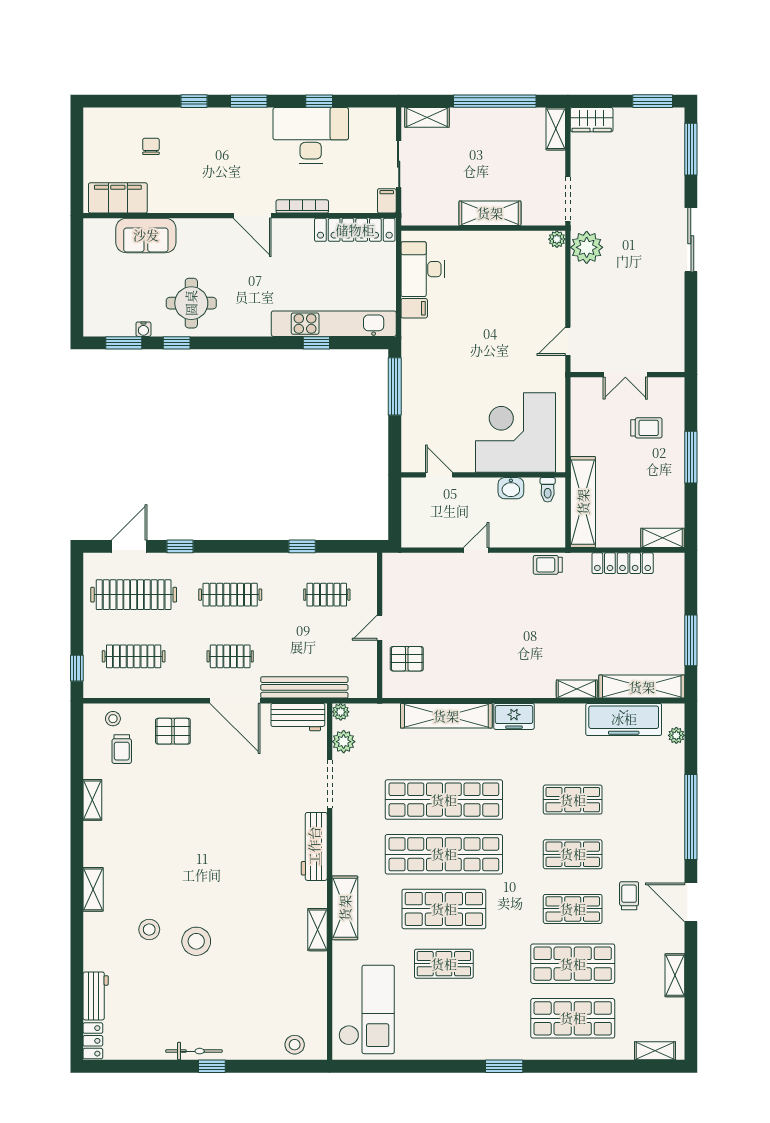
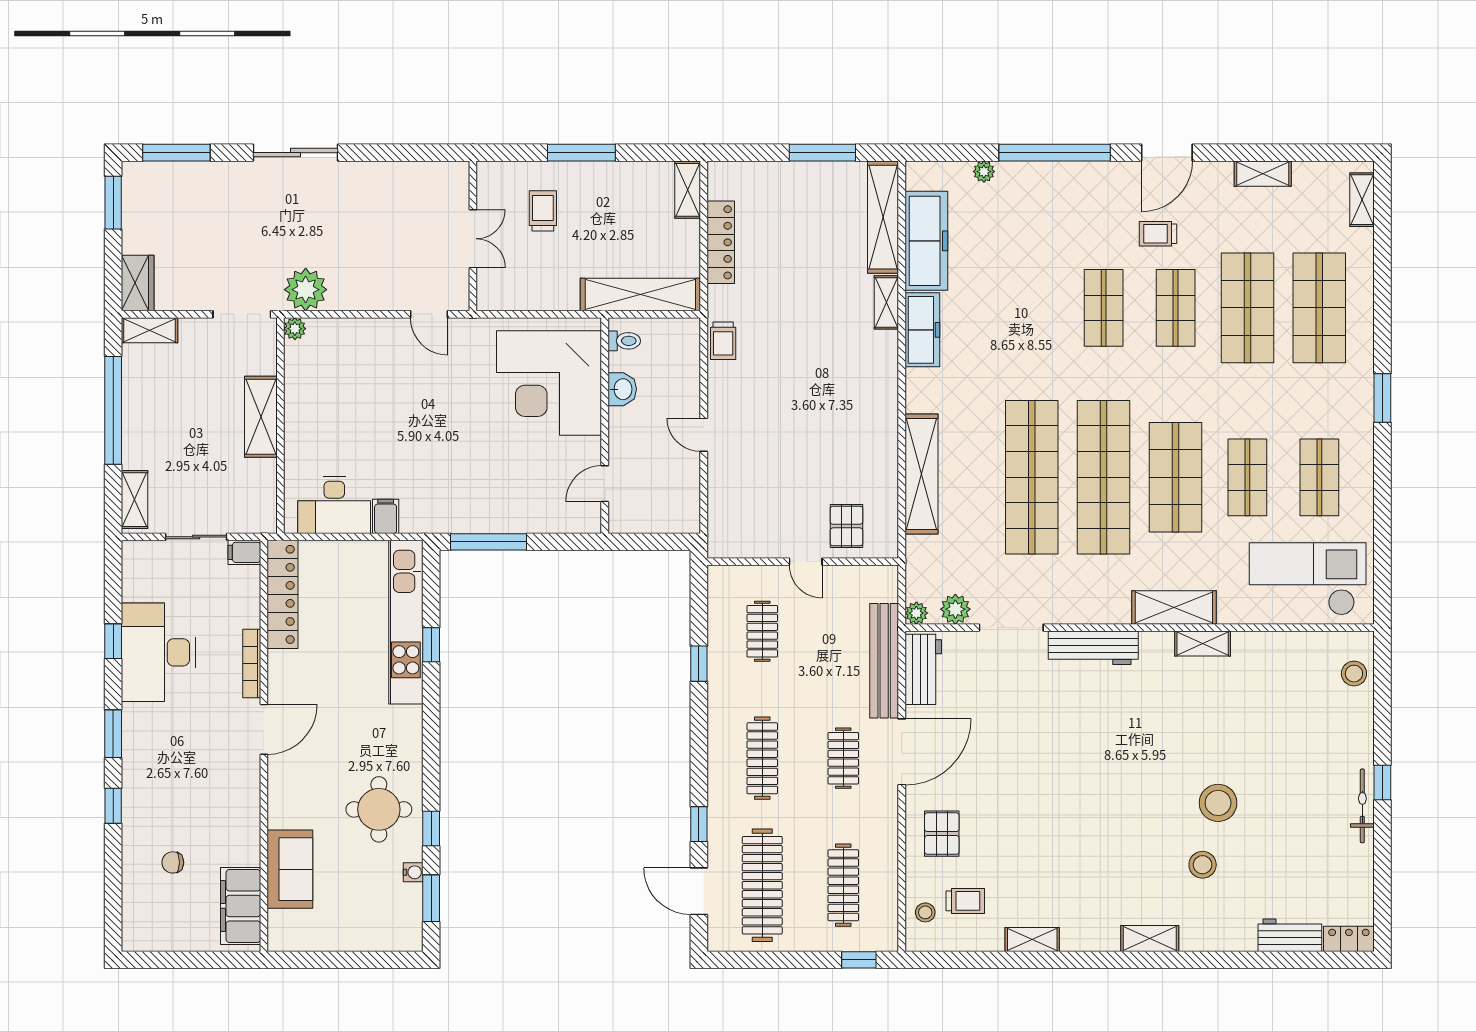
freezer: (514, 716) -> (922, 330), moved, width x1.40
plant: (676, 735) -> (984, 172), moved
shop shelf: (573, 800) -> (1319, 477), moved

